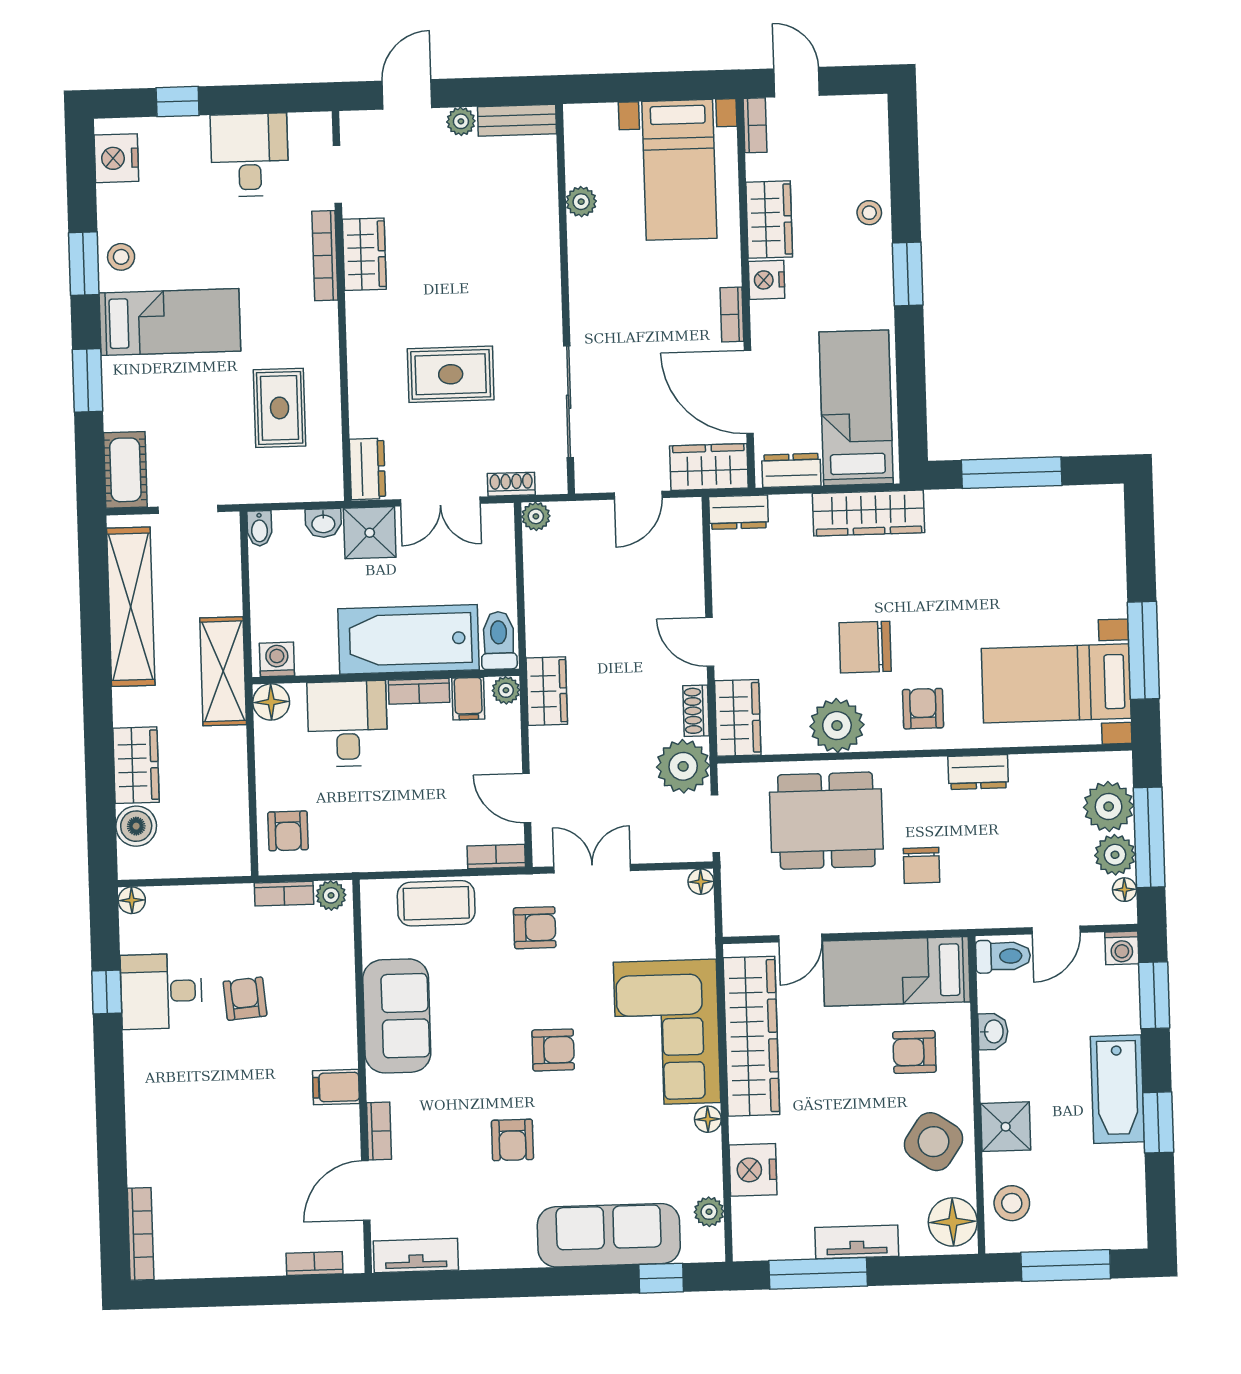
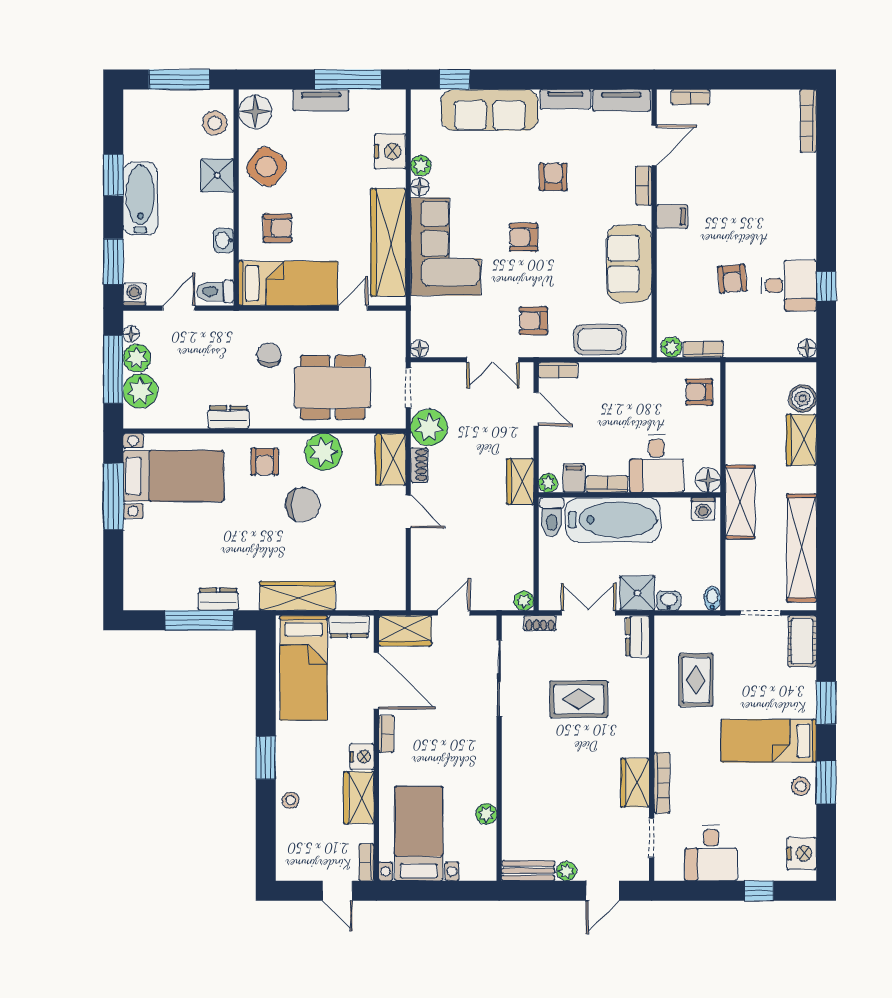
dresser: (739, 512) -> (218, 599), moved
armchair: (288, 831) -> (699, 392), turned -90
plant: (709, 1212) -> (421, 166), moved
tv unit: (498, 1255) -> (565, 99), added

